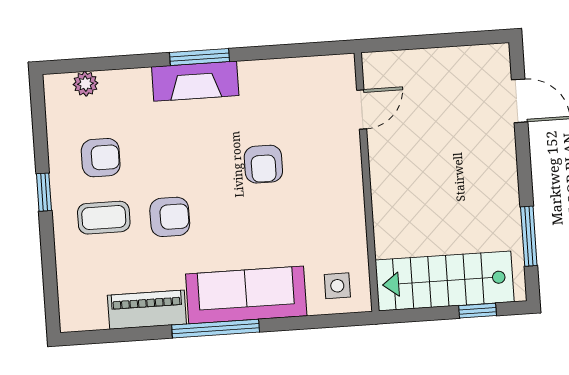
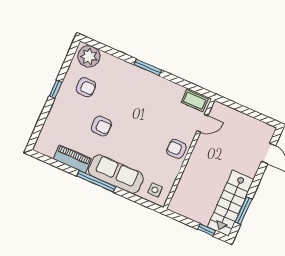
fireplace: (195, 81) -> (141, 76), removed
plant: (85, 84) -> (89, 56), width x1.88, depth x1.88
armchair: (263, 164) -> (176, 149), moved, turned 90
coffee table: (104, 218) -> (195, 101), moved
stairs: (445, 281) -> (231, 203), moved, turned -90

